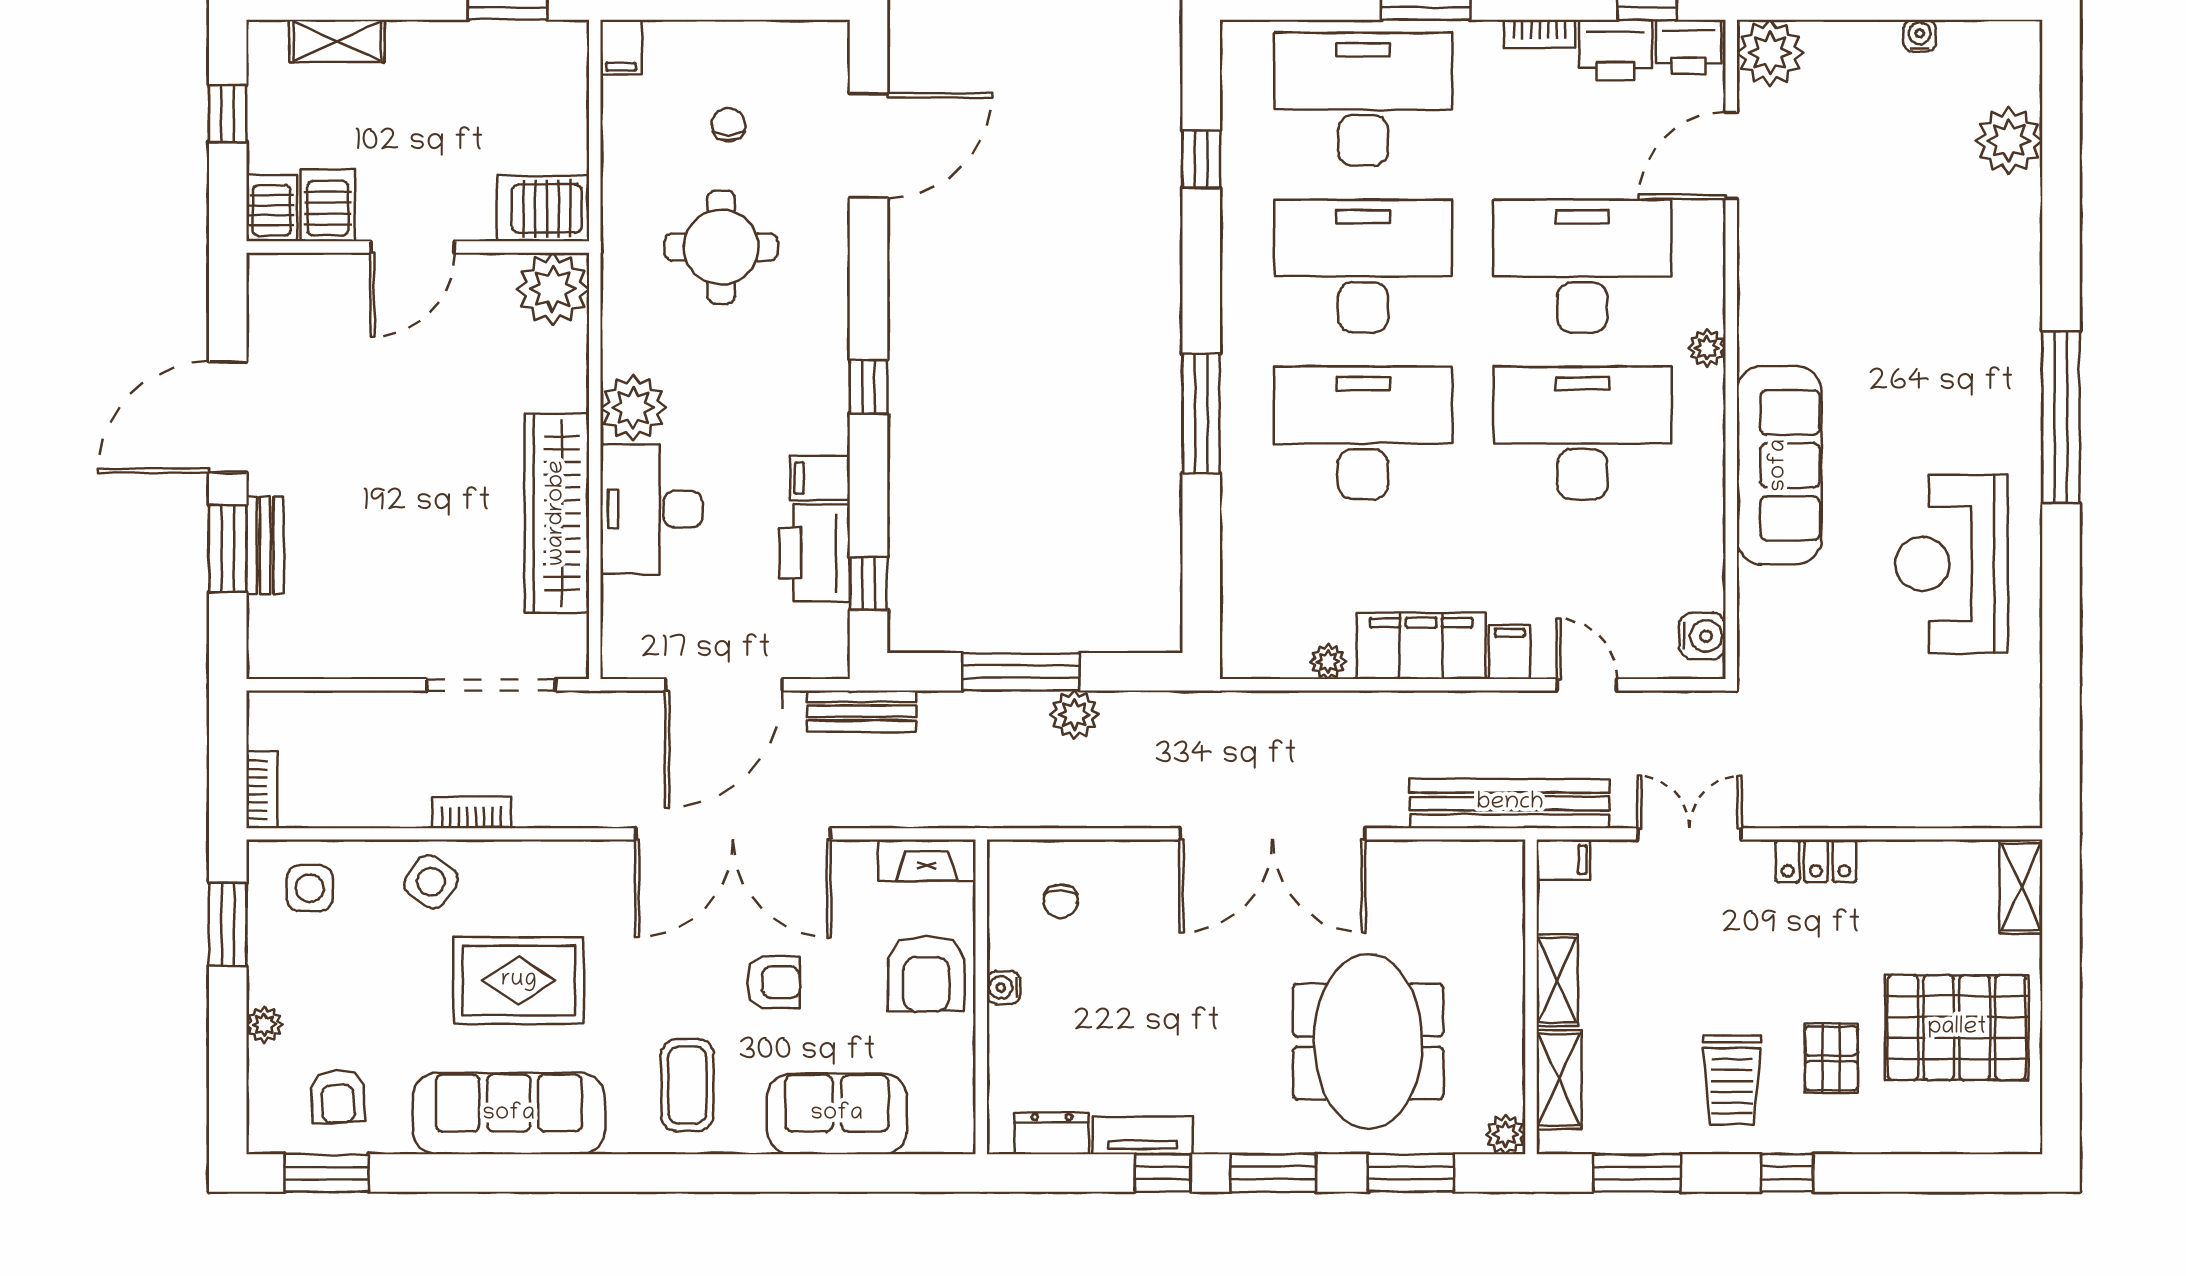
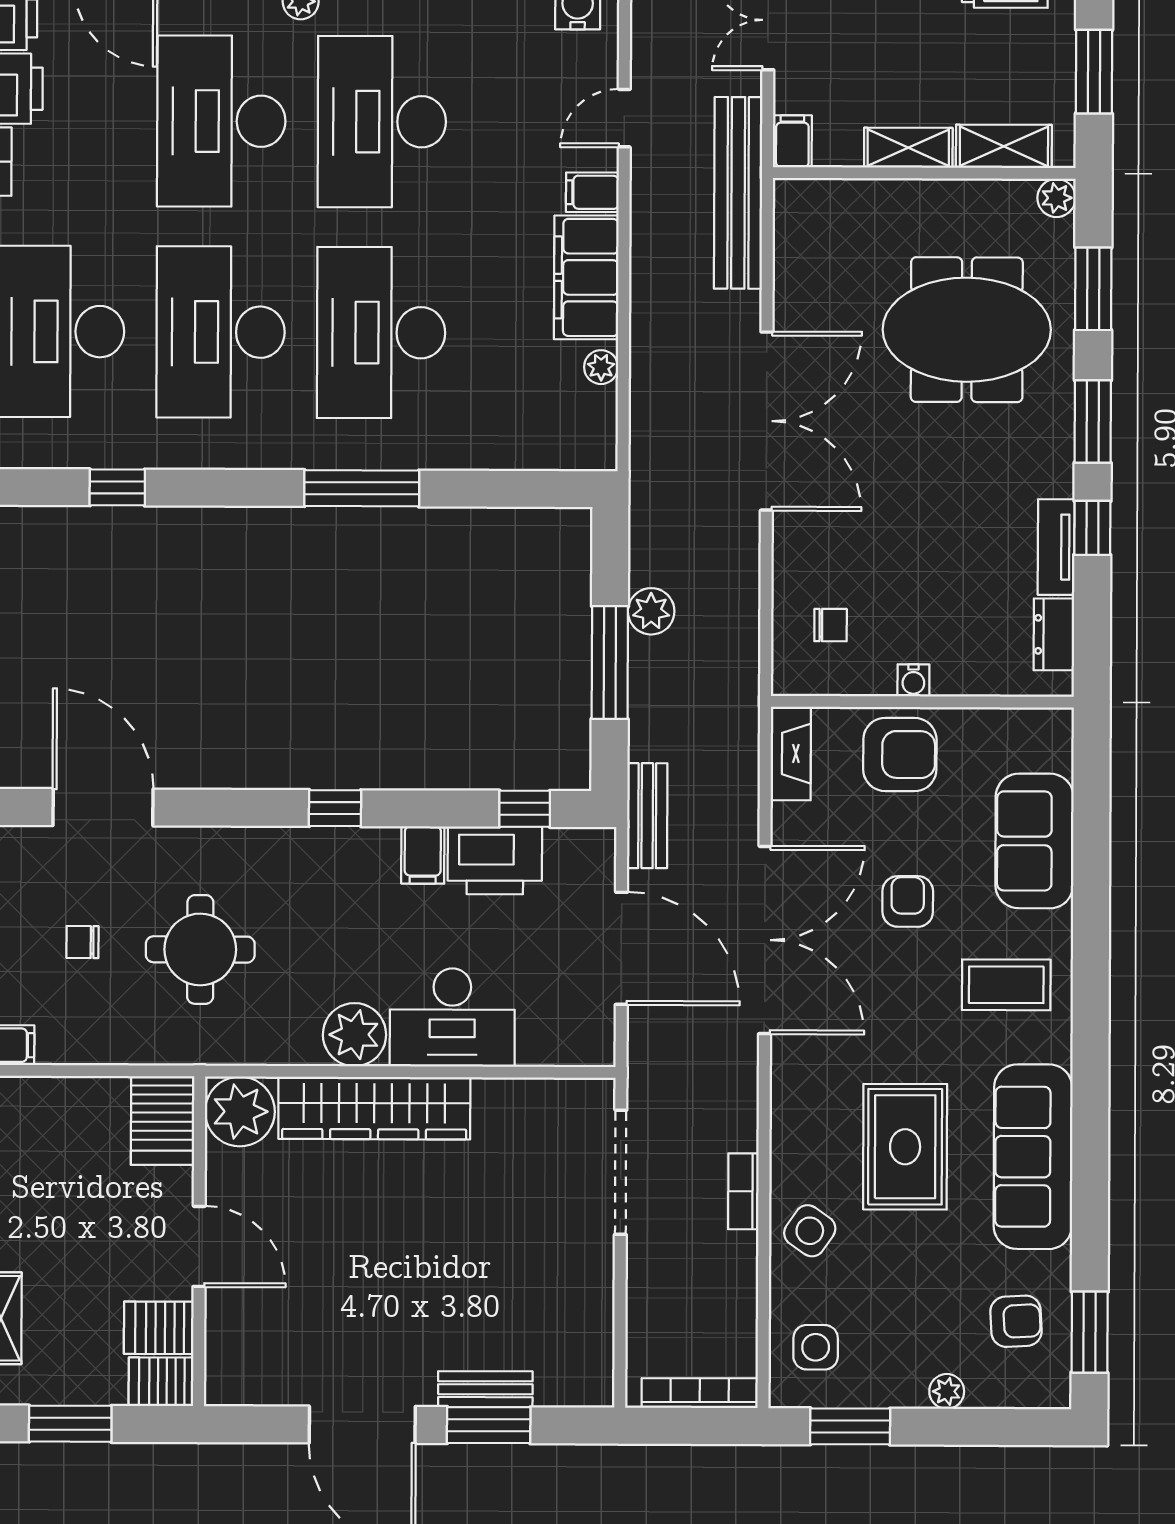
window: (228, 114) -> (70, 1424), width x1.50
wardrobe: (557, 513) -> (374, 1108), moved
bookcase: (262, 790) -> (700, 1393), width x1.56

